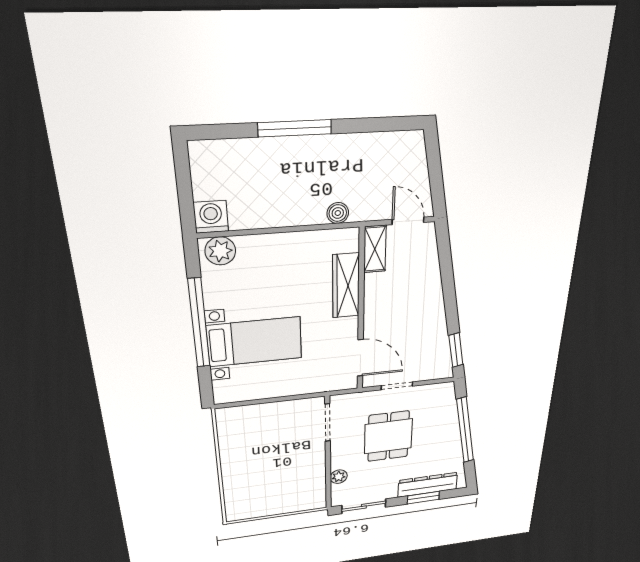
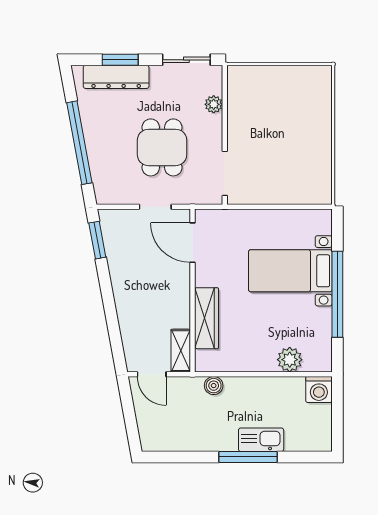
kitchen sink: (279, 151) -> (261, 440), added
plant: (220, 251) -> (290, 360), moved

